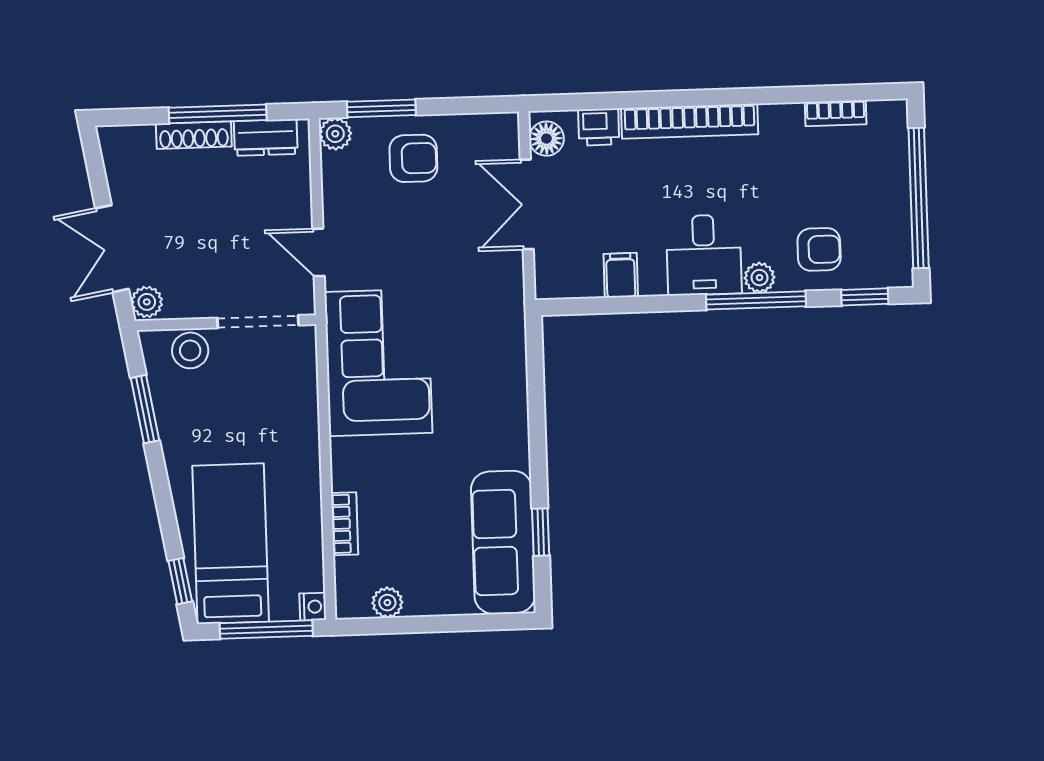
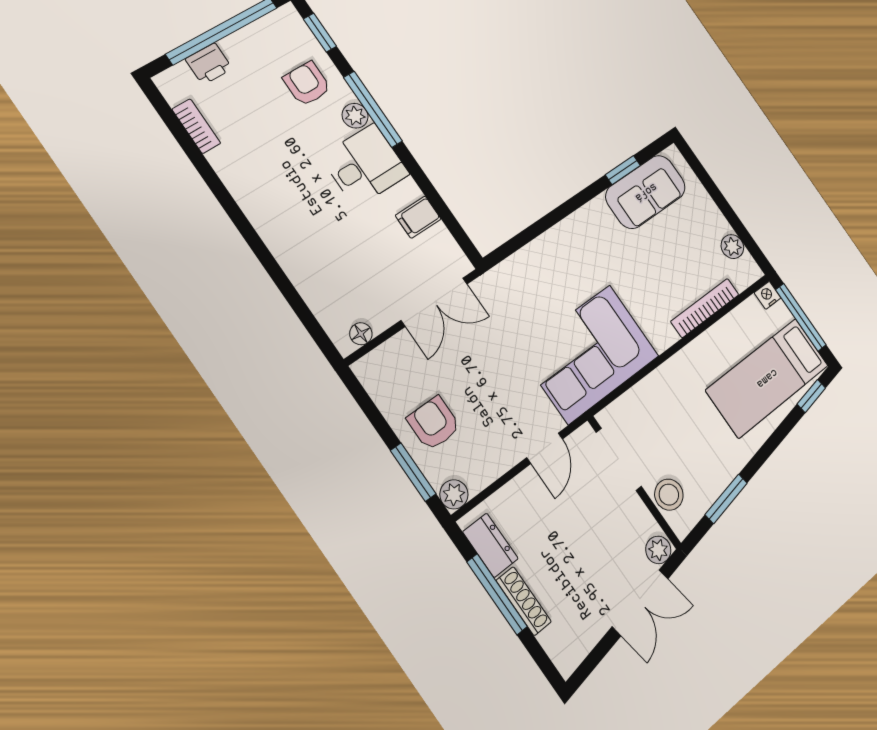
bookcase: (690, 121) -> (273, 233), removed
printer: (599, 127) -> (209, 64), moved, turned 90
floor lamp: (546, 139) -> (361, 334), width x0.73, depth x0.73
double door: (527, 204) -> (434, 302), moved
bookcase: (345, 524) -> (705, 308), width x1.56
sofa: (503, 542) -> (646, 192), width x0.73

